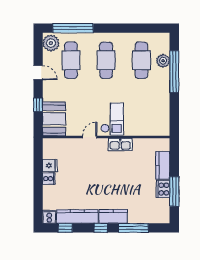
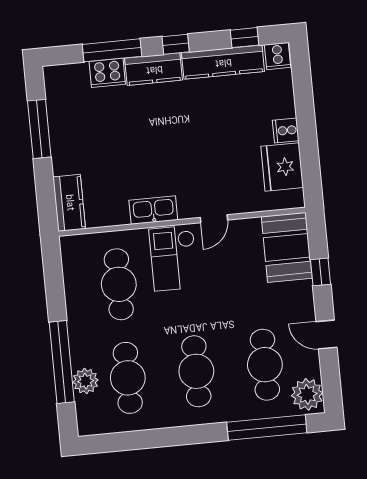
cafe table: (141, 108) -> (119, 284), added
kitchen counter: (163, 165) -> (69, 203), moved
fridge: (50, 166) -> (282, 167), width x1.88, depth x1.34
cooker: (163, 189) -> (107, 73), moved, turned 90

